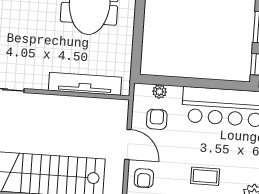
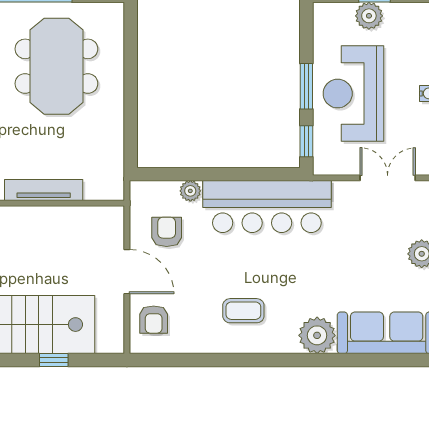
tv unit: (85, 84) -> (44, 190), width x0.73, depth x0.78
plant: (159, 92) -> (190, 191), moved

